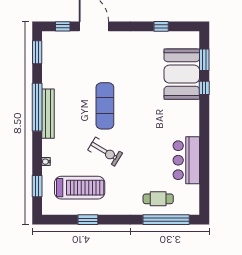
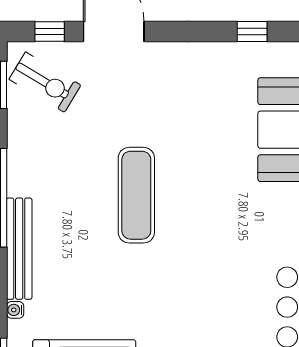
bench: (48, 114) -> (19, 249), moved
exercise bike: (105, 152) -> (45, 82), moved

